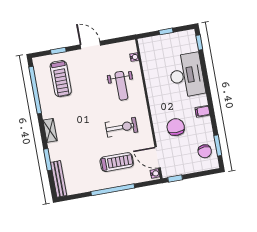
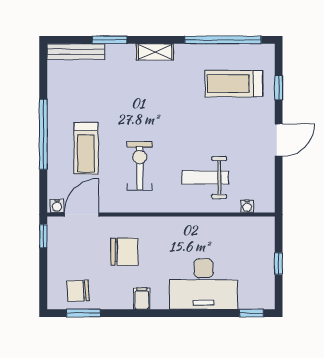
exercise bike: (121, 127) -> (140, 166), turned 180

